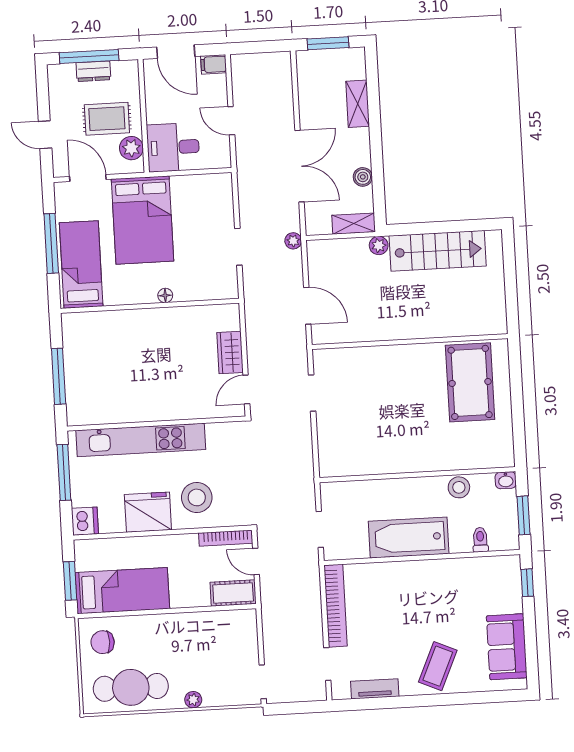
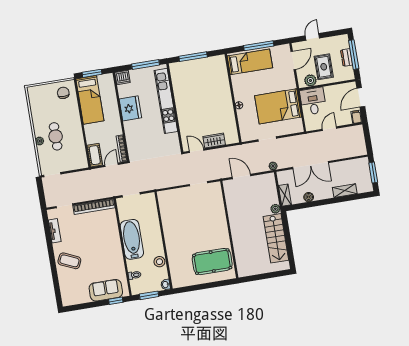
bed: (142, 220) -> (278, 106), moved
door: (307, 306) -> (242, 176), swing flipped
stool: (197, 497) -> (140, 132), removed
sofa: (507, 647) -> (106, 290), moved
cafe table: (131, 687) -> (56, 136), moved, width x0.73, depth x0.74

